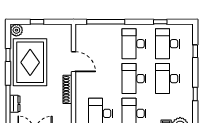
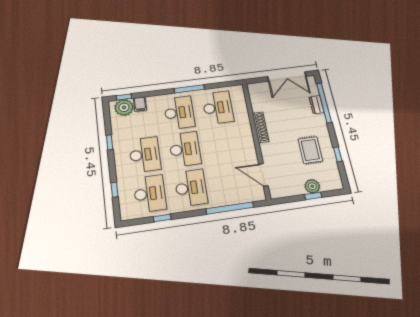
plant: (16, 30) -> (312, 186), moved
rug: (30, 62) -> (310, 150), width x0.54, depth x0.49
door: (74, 62) -> (263, 175), moved

